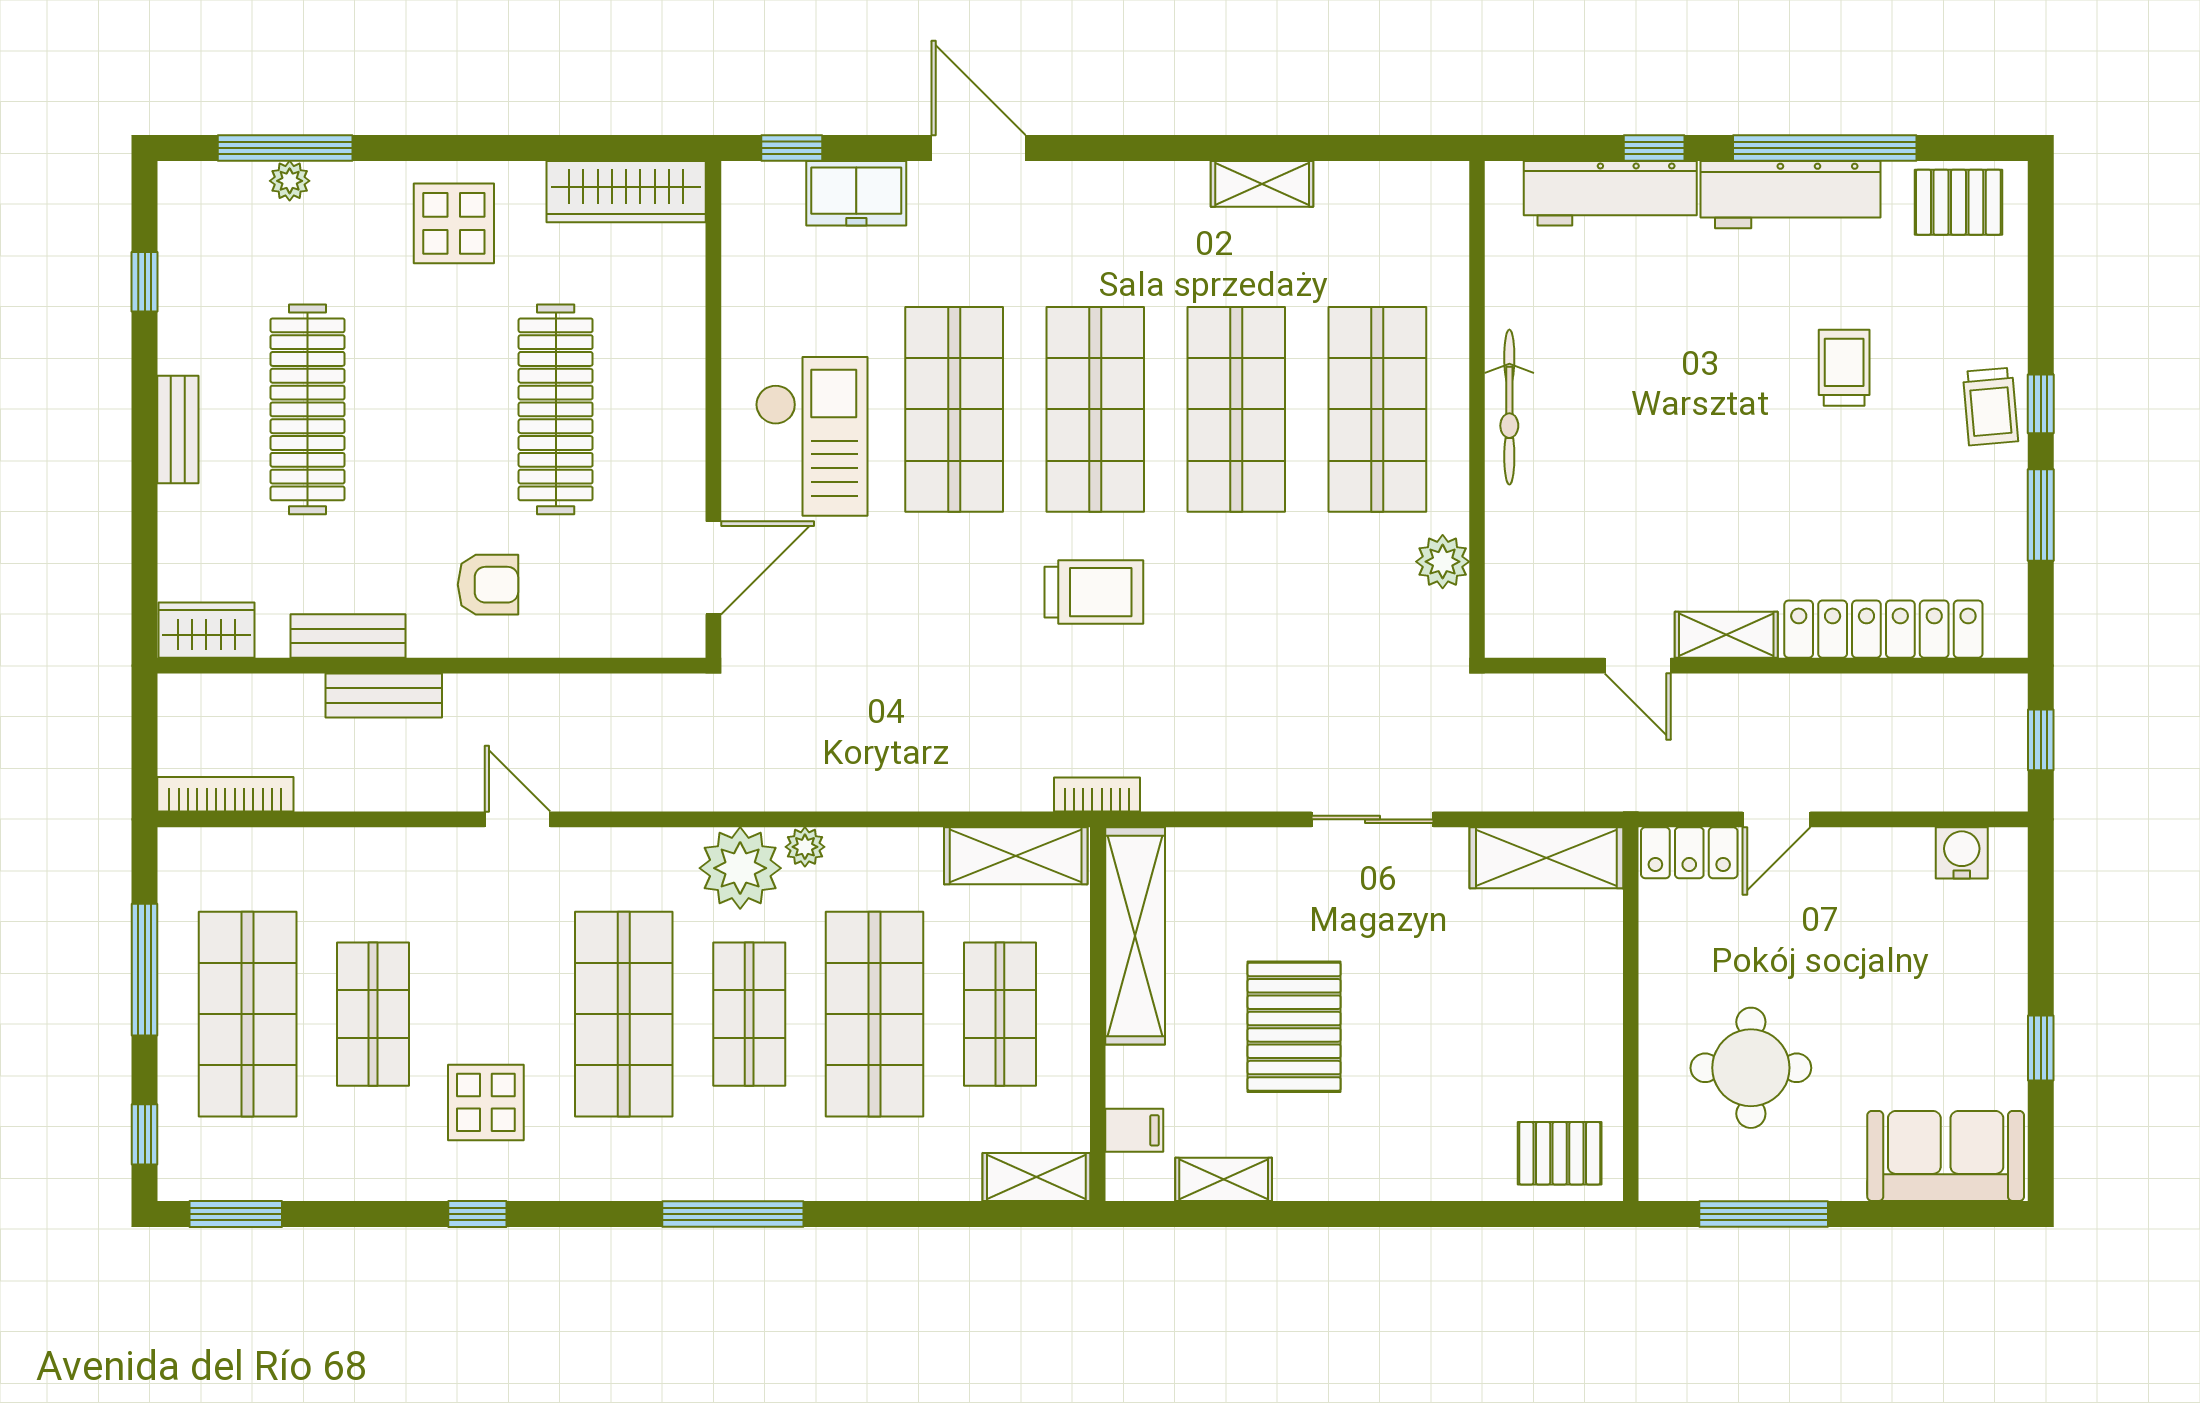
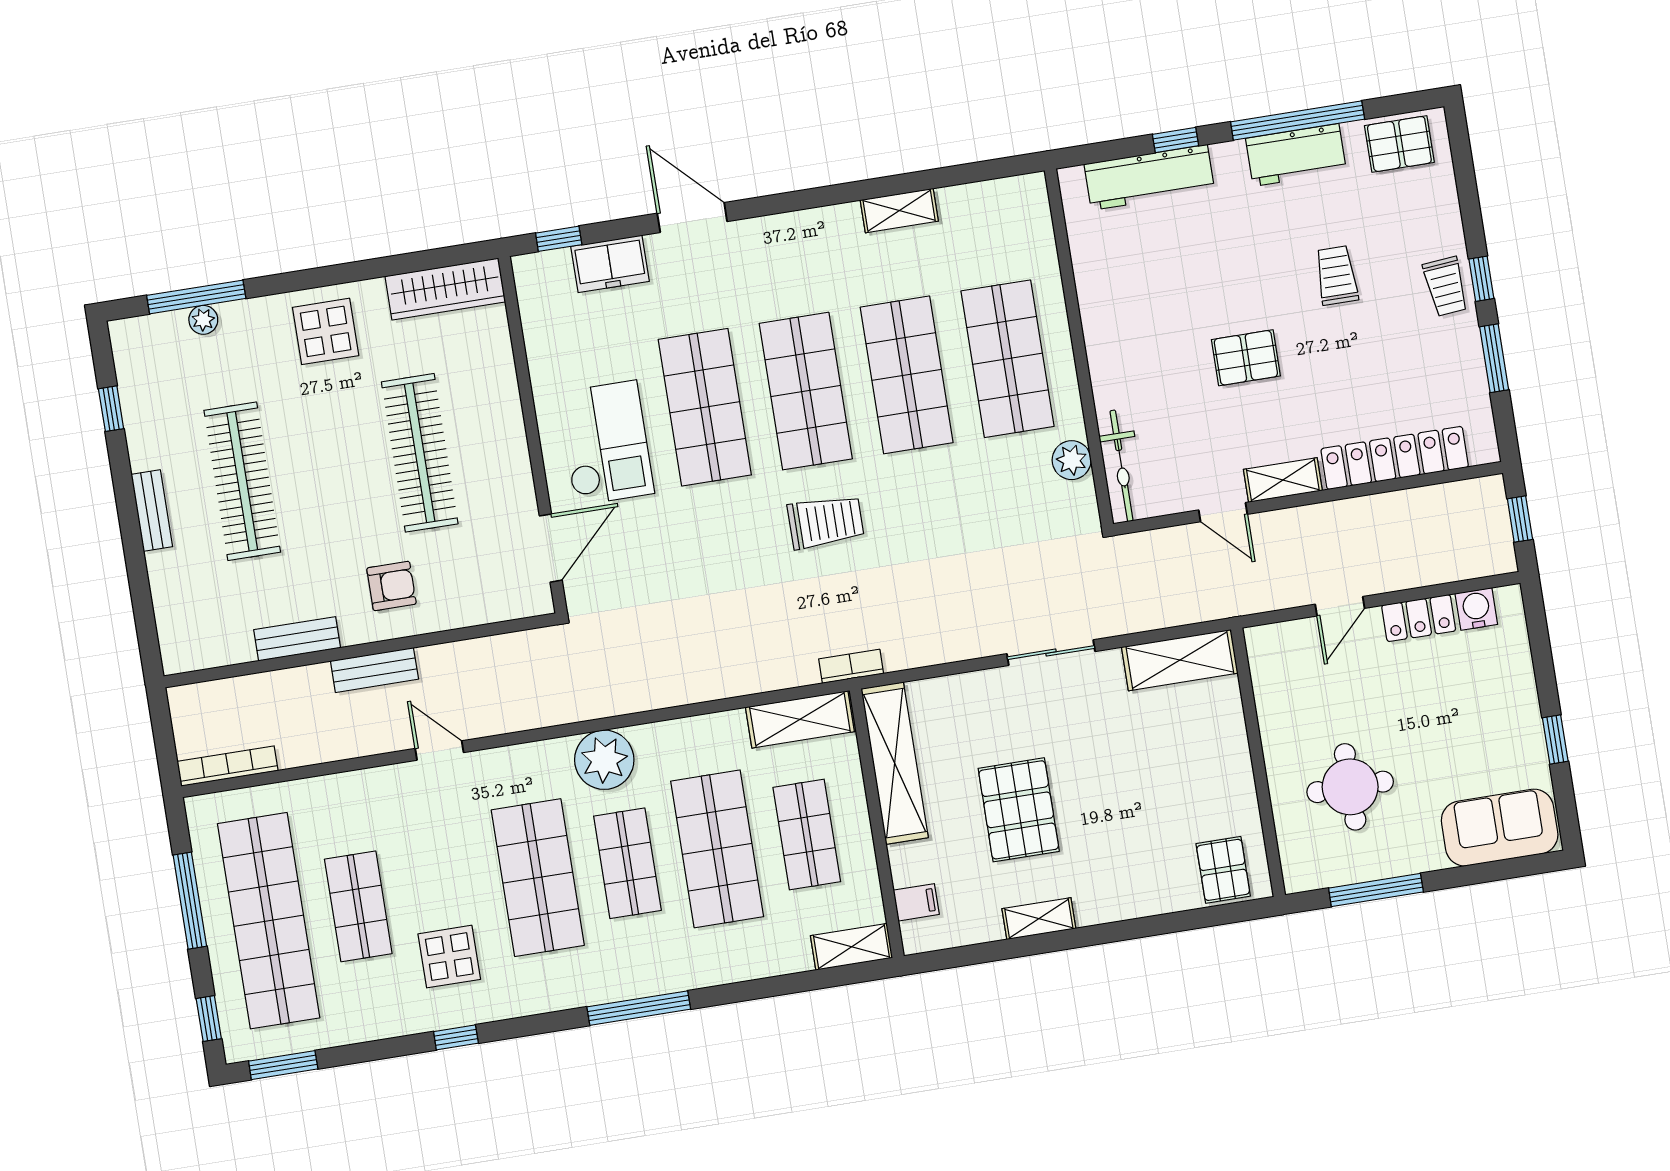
workbench: (1791, 195) -> (1296, 155), width x0.73
bicycle: (1509, 407) -> (1121, 466), moved
pallet: (1702, 460) -> (1246, 358), added
wardrobe: (206, 630) -> (195, 651), removed
bench: (384, 696) -> (374, 670), moved
plant: (805, 847) -> (648, 737), removed
locker: (1689, 853) -> (1419, 618), moved
shop shelf: (248, 1014) -> (269, 921), width x1.40
pallet: (1560, 1153) -> (1223, 870), turned 90
shelving: (1224, 1179) -> (1039, 919), moved

